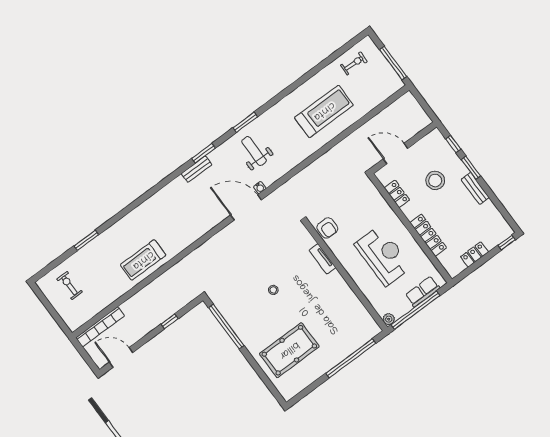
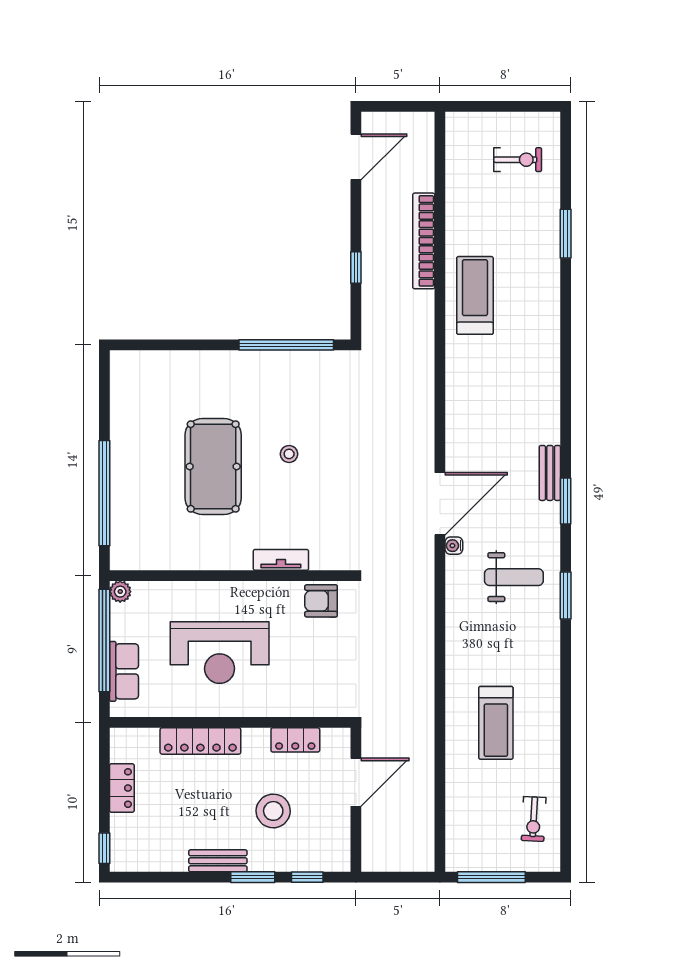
treadmill: (324, 111) -> (496, 723), width x0.73, depth x0.73
bookcase: (100, 327) -> (424, 241), moved
pool table: (289, 350) -> (213, 467), moved

